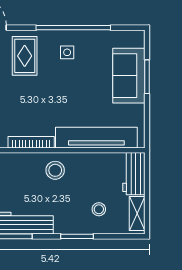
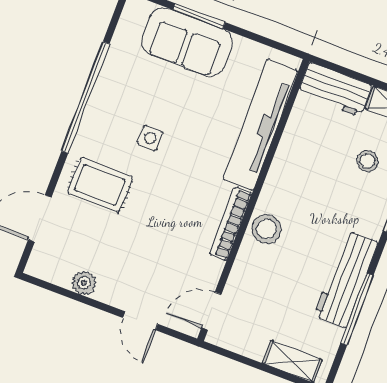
side table: (67, 52) -> (150, 138), moved
stool: (55, 170) -> (266, 229), moved

